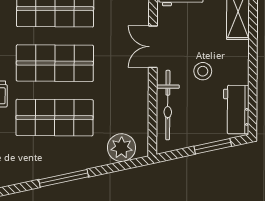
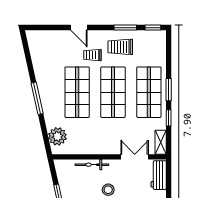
double door: (153, 47) -> (135, 157), moved
bicycle: (168, 105) -> (92, 165), width x0.73, depth x0.71

